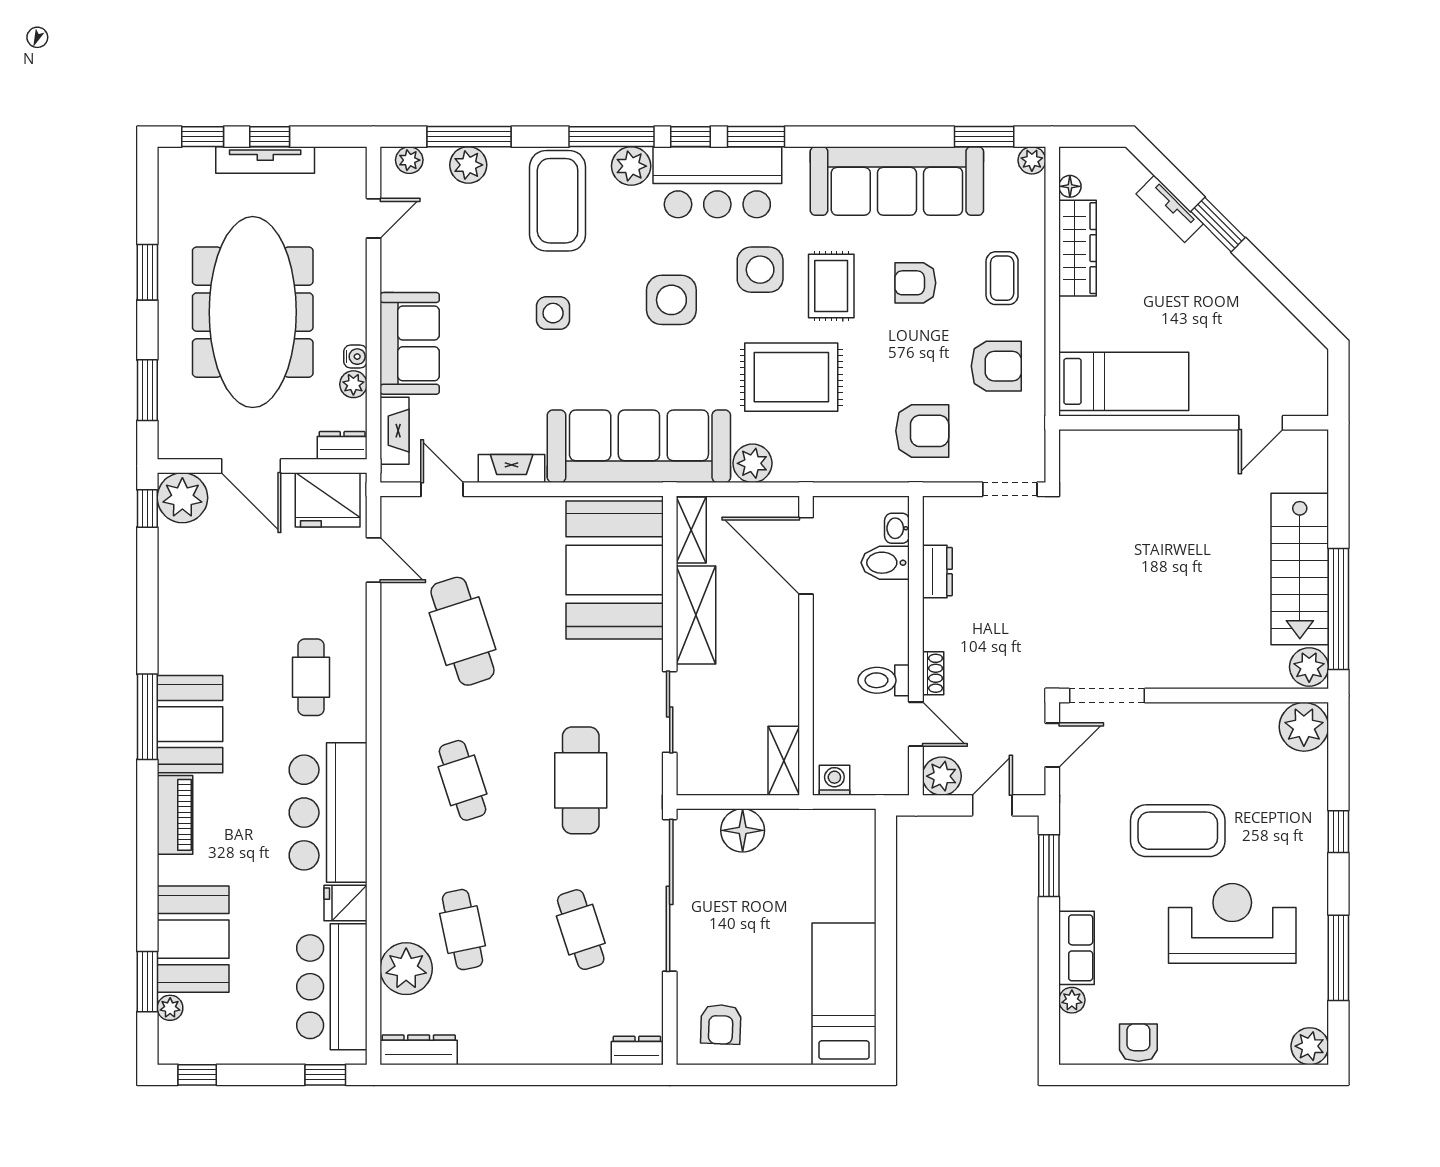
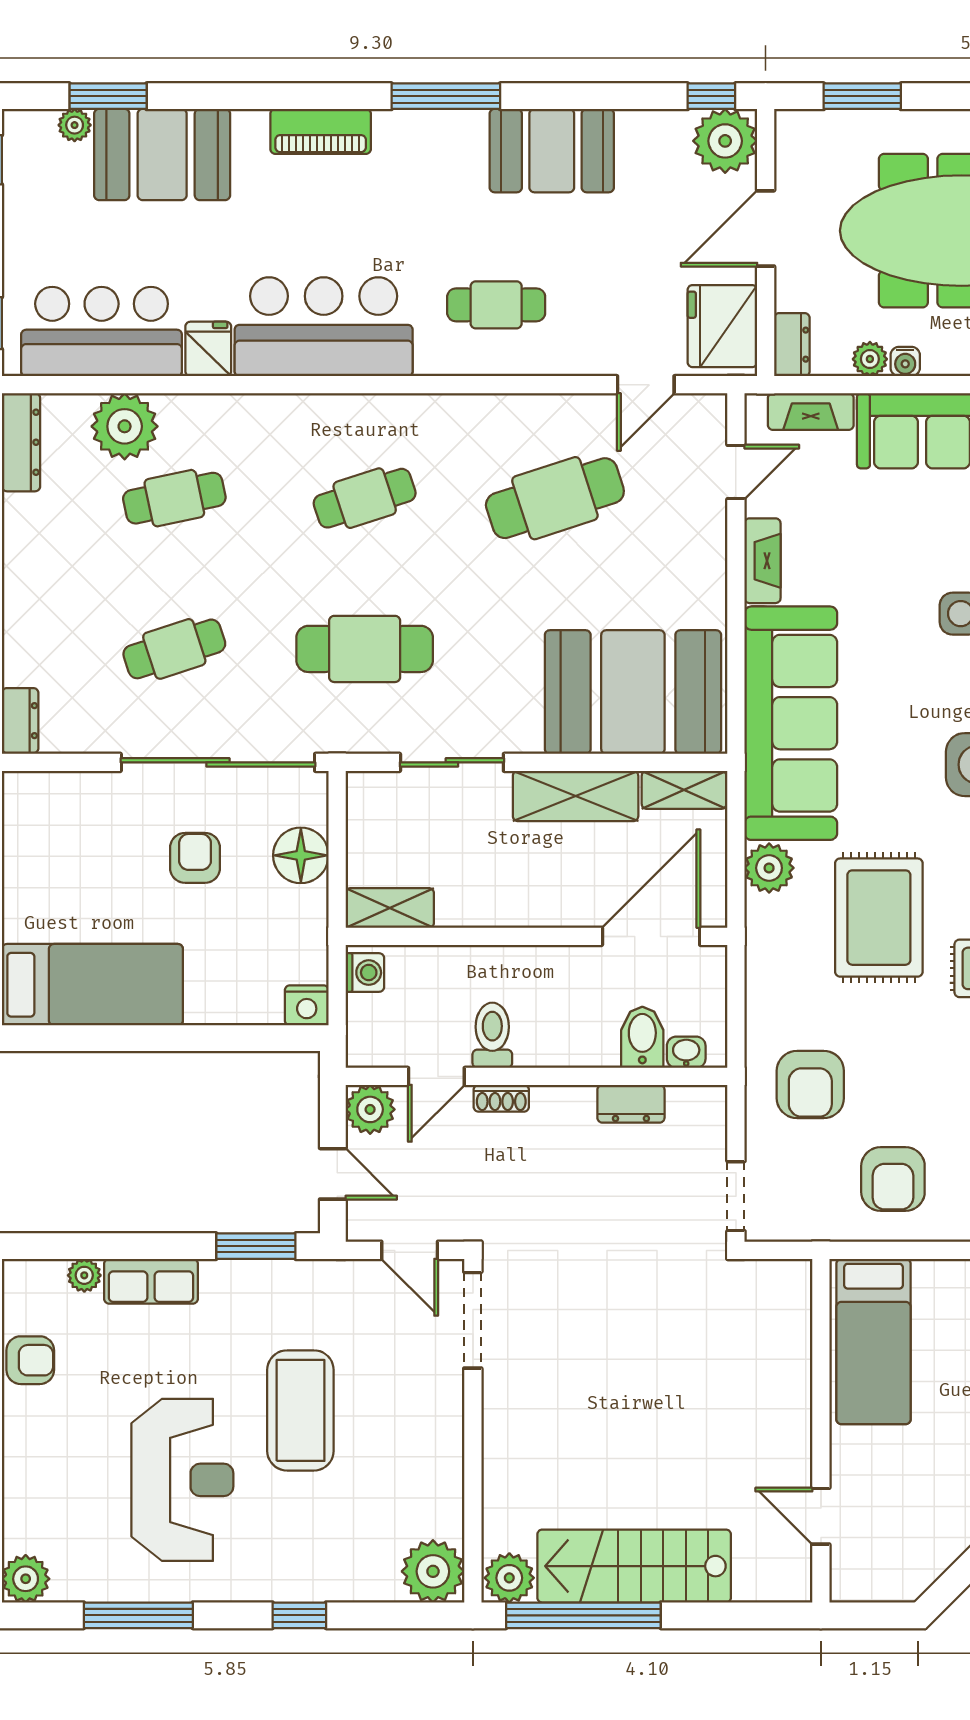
booth: (190, 724) -> (552, 151), moved
nightstand: (860, 826) -> (307, 1005), added
armchair: (721, 1024) -> (195, 858), moved, turned 88

